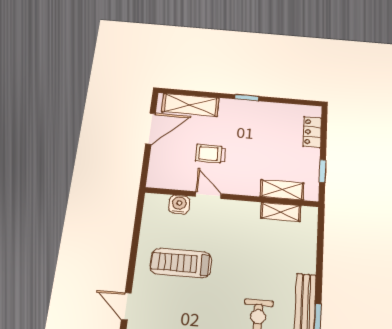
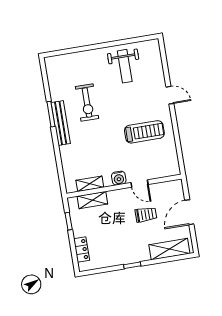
door: (151, 129) -> (189, 212), moved
water cooler: (179, 204) -> (119, 178), moved

